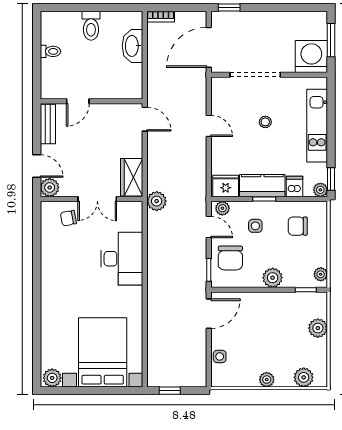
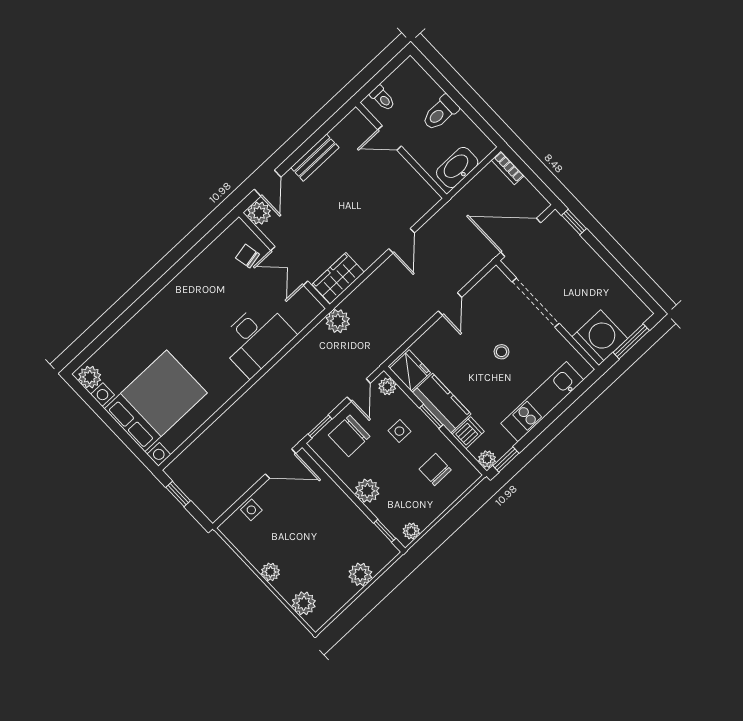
door: (78, 101) -> (390, 138), moved
wall: (91, 101) -> (401, 150), moved

